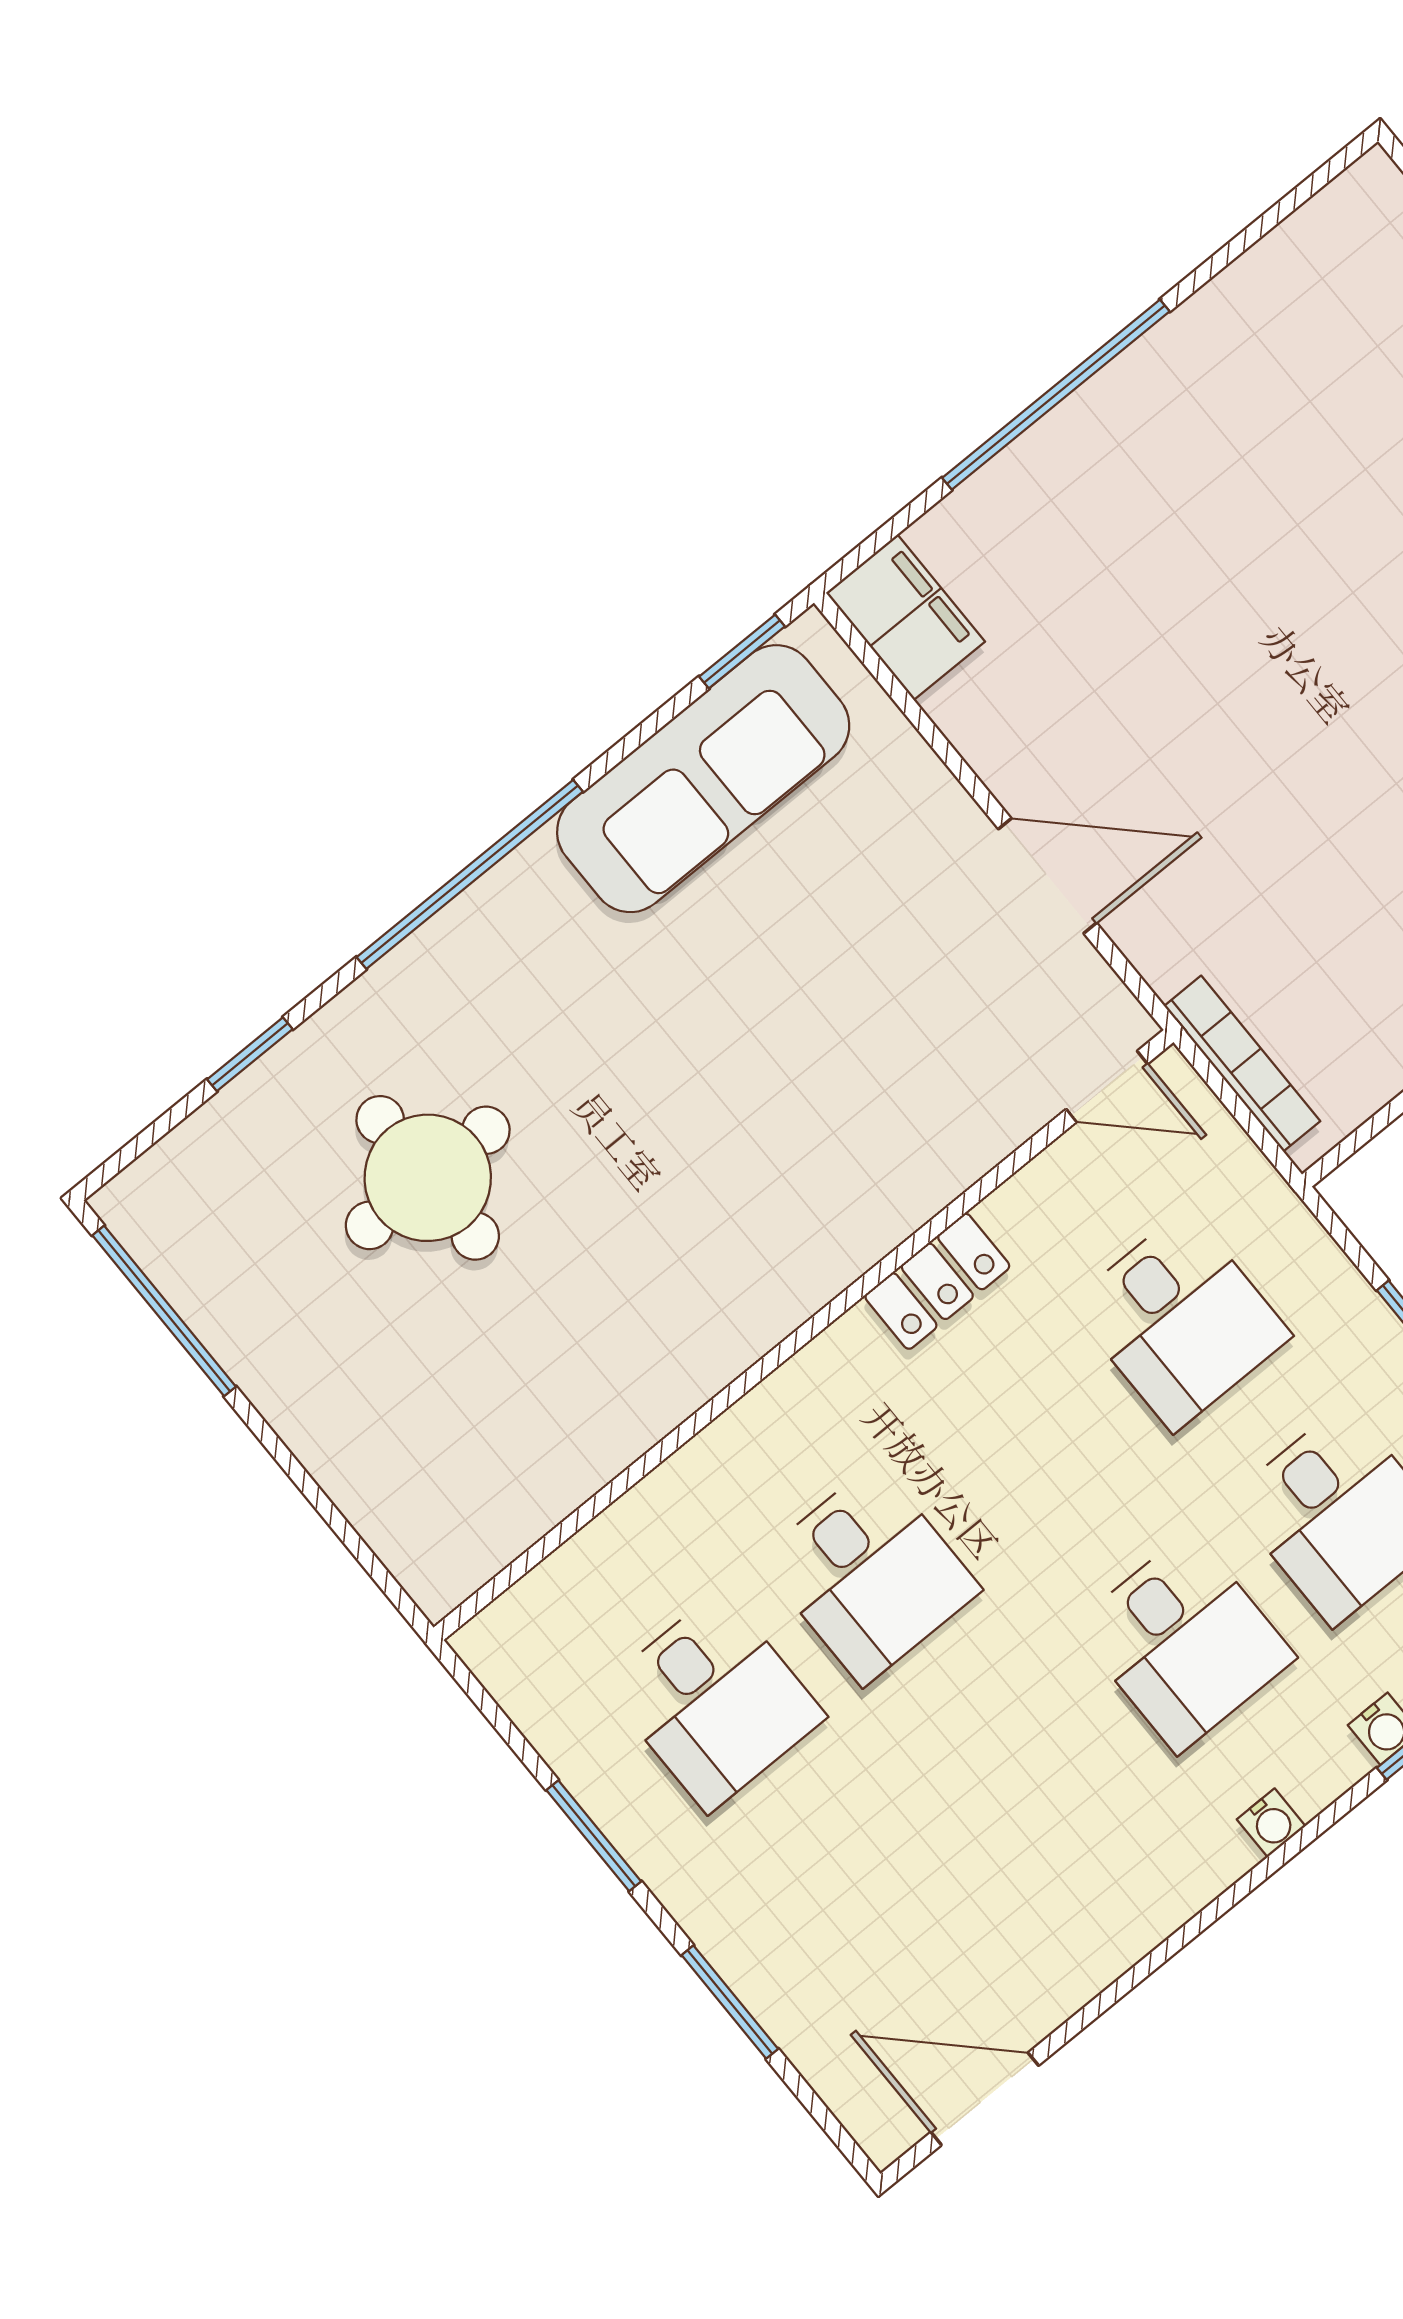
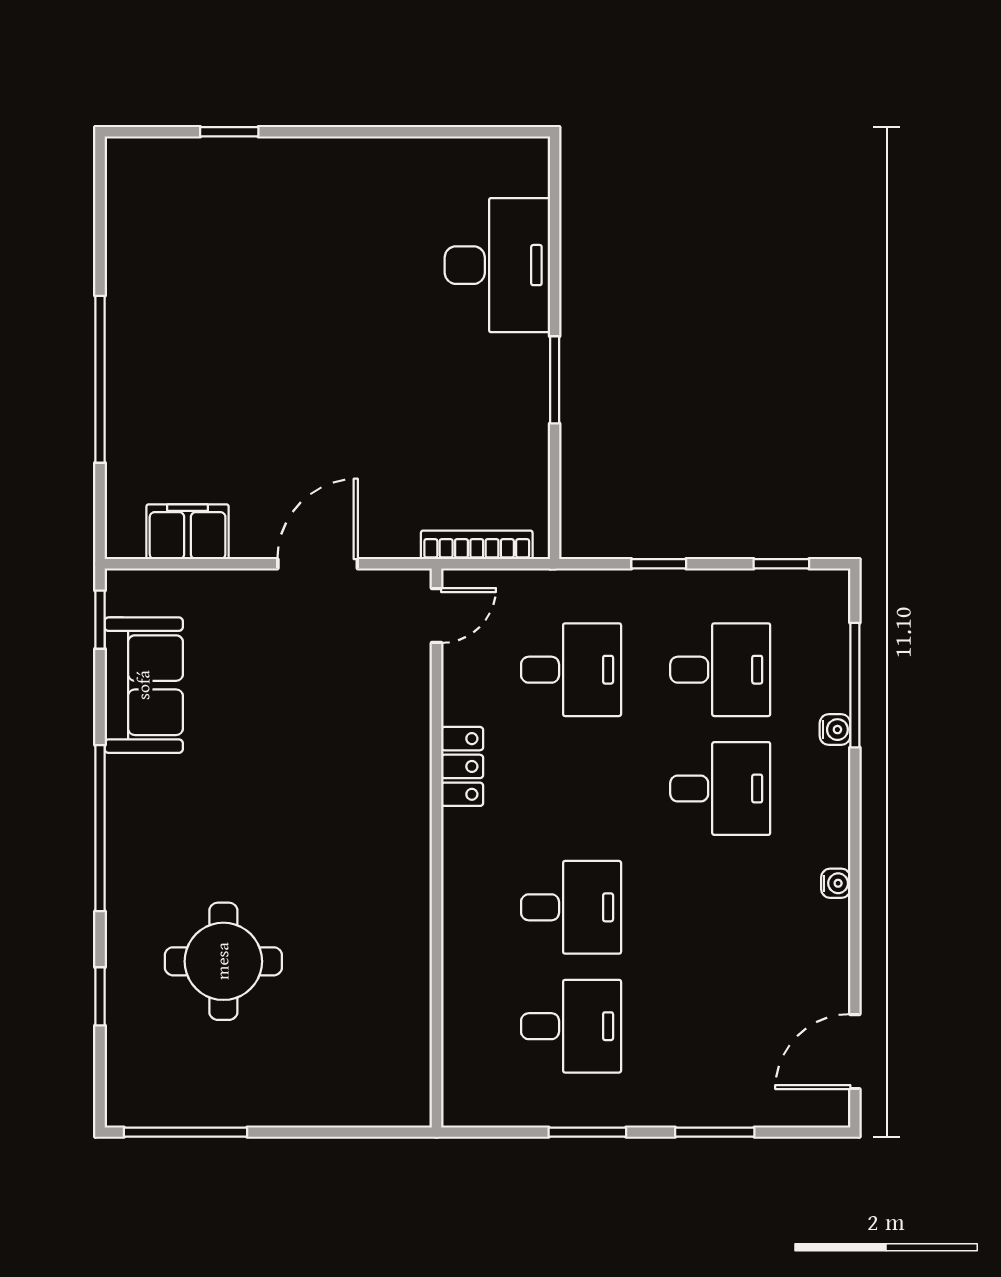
filing cabinet: (905, 617) -> (188, 532), moved
sofa: (703, 779) -> (144, 685), width x0.73
water cooler: (1271, 1823) -> (836, 883), moved

